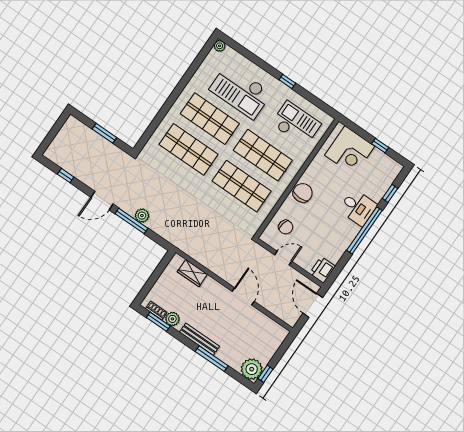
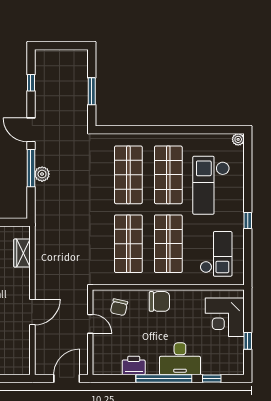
desk: (358, 207) -> (180, 359), width x1.37
printer: (322, 270) -> (134, 365), moved

